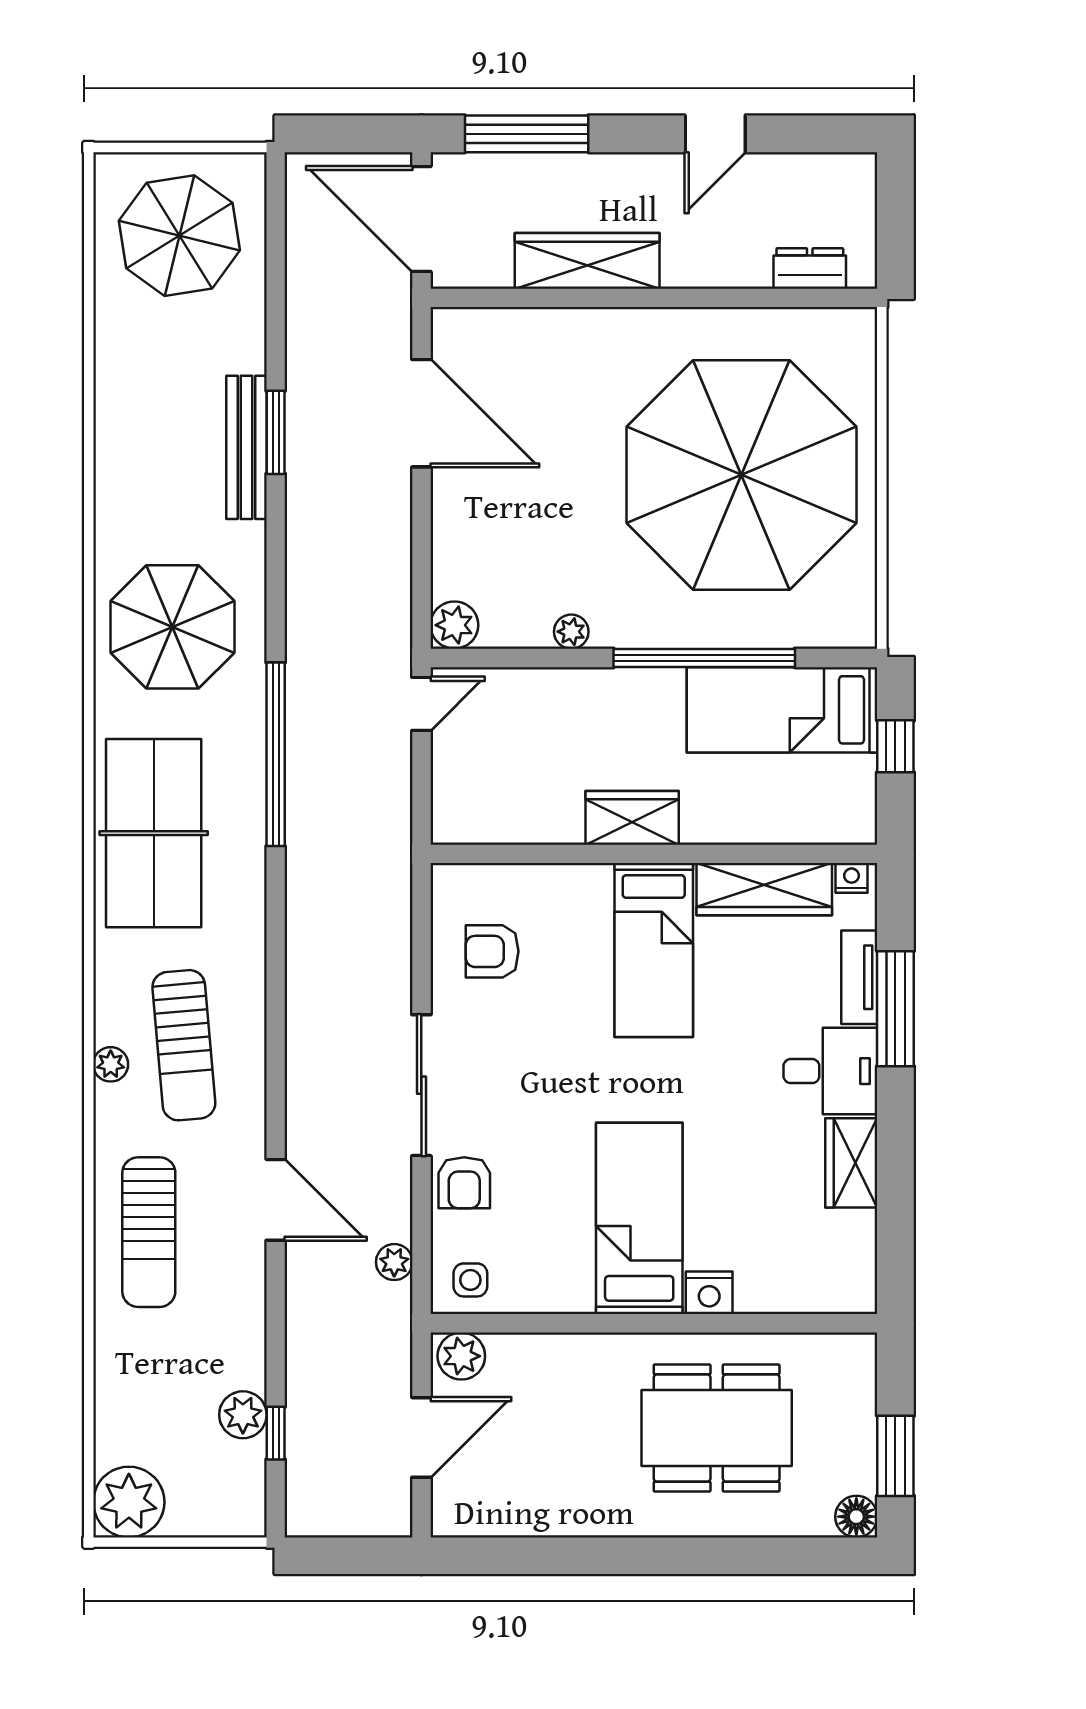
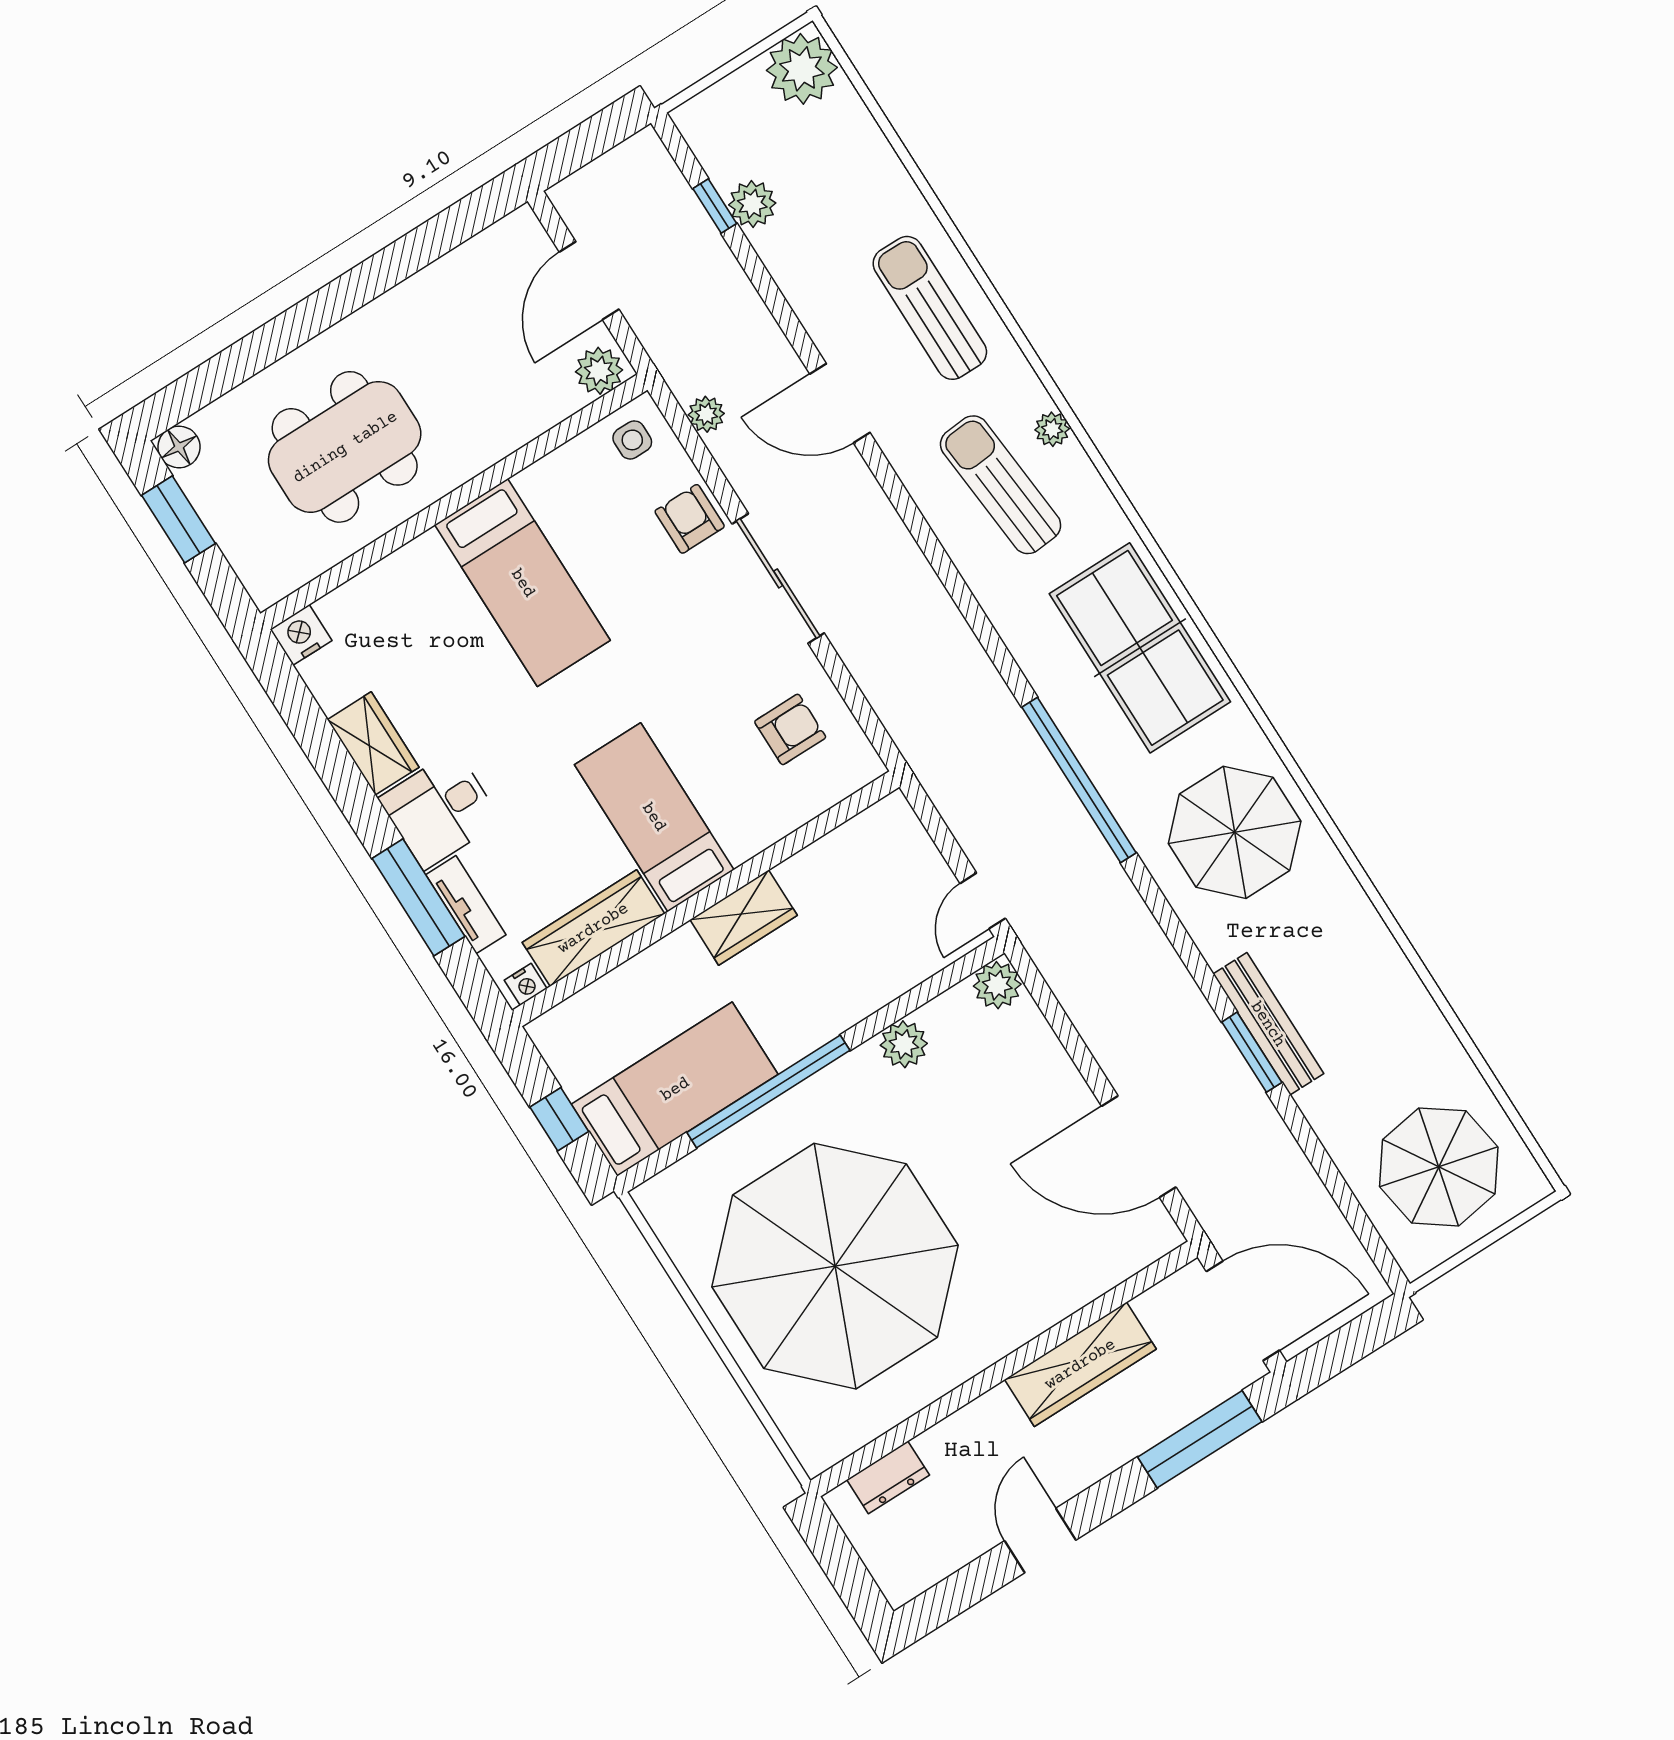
plant: (571, 632) -> (904, 1044), width x1.38, depth x1.38
nightstand: (709, 1293) -> (301, 635), moved

